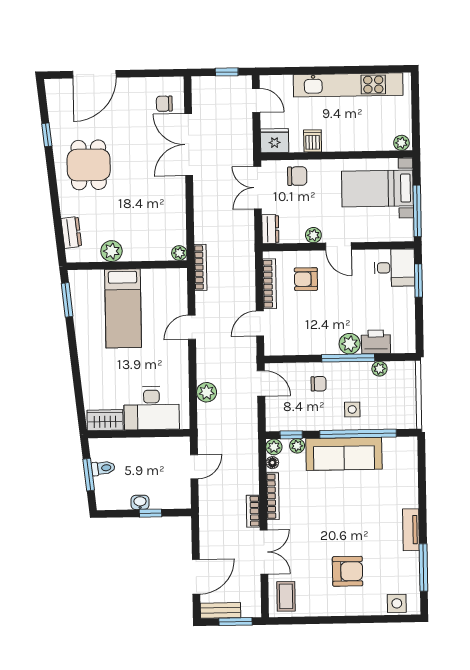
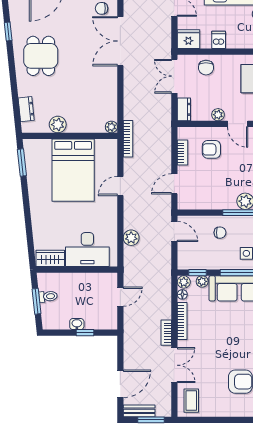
chair: (297, 176) -> (206, 68), turned 90
bookcase: (269, 284) -> (182, 153), width x0.64
bed: (123, 308) -> (73, 170), width x1.50

